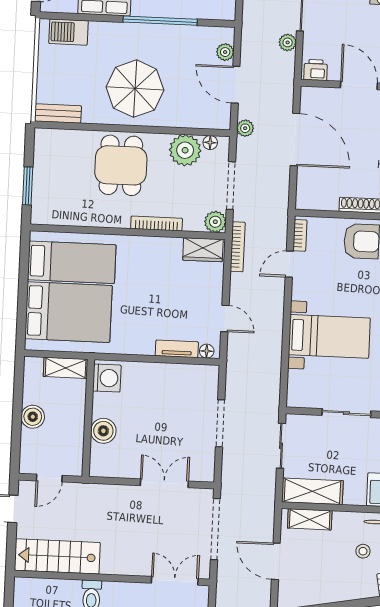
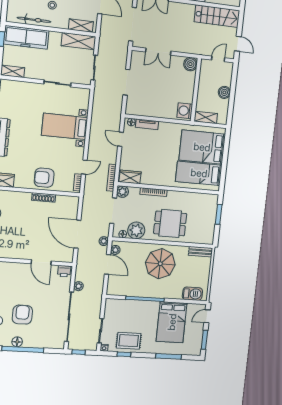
plant: (225, 52) -> (115, 250), moved
dining table: (121, 165) -> (170, 224), turned 90
boiler: (103, 431) -> (190, 64), moved

